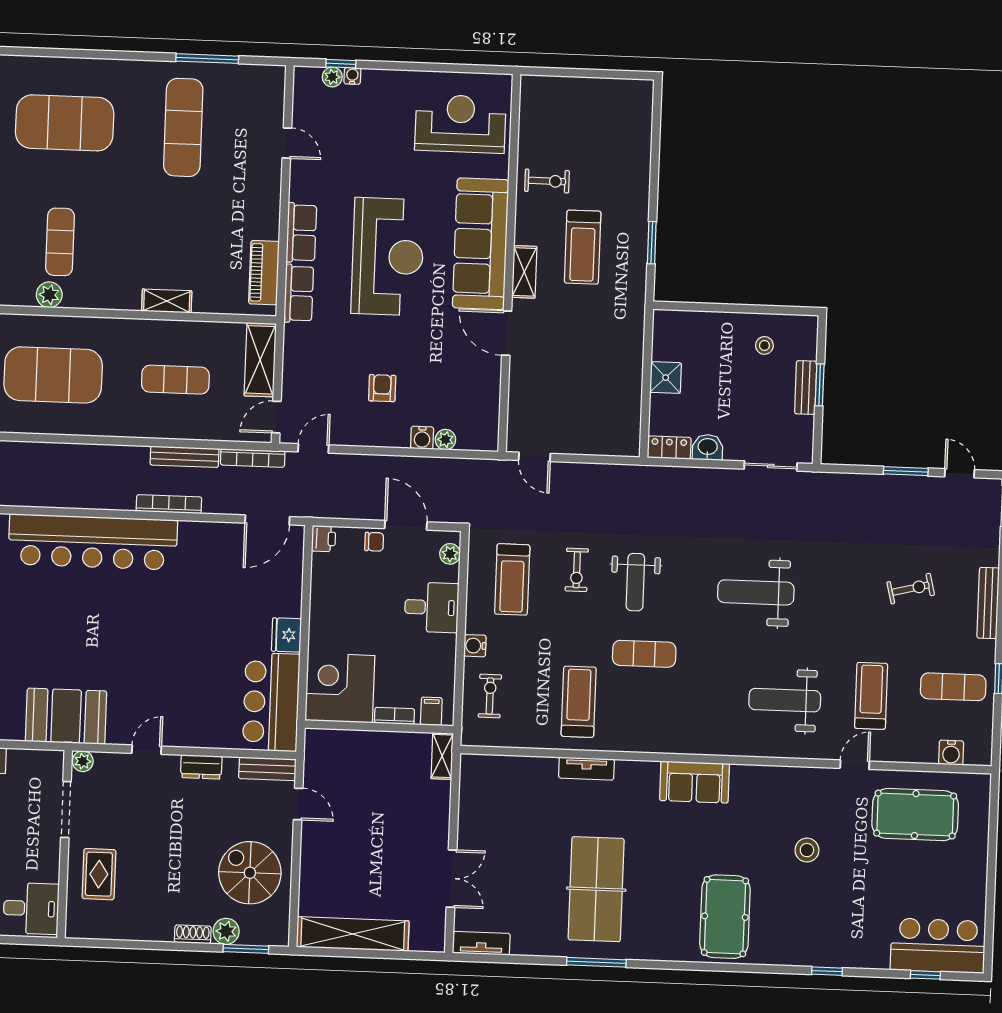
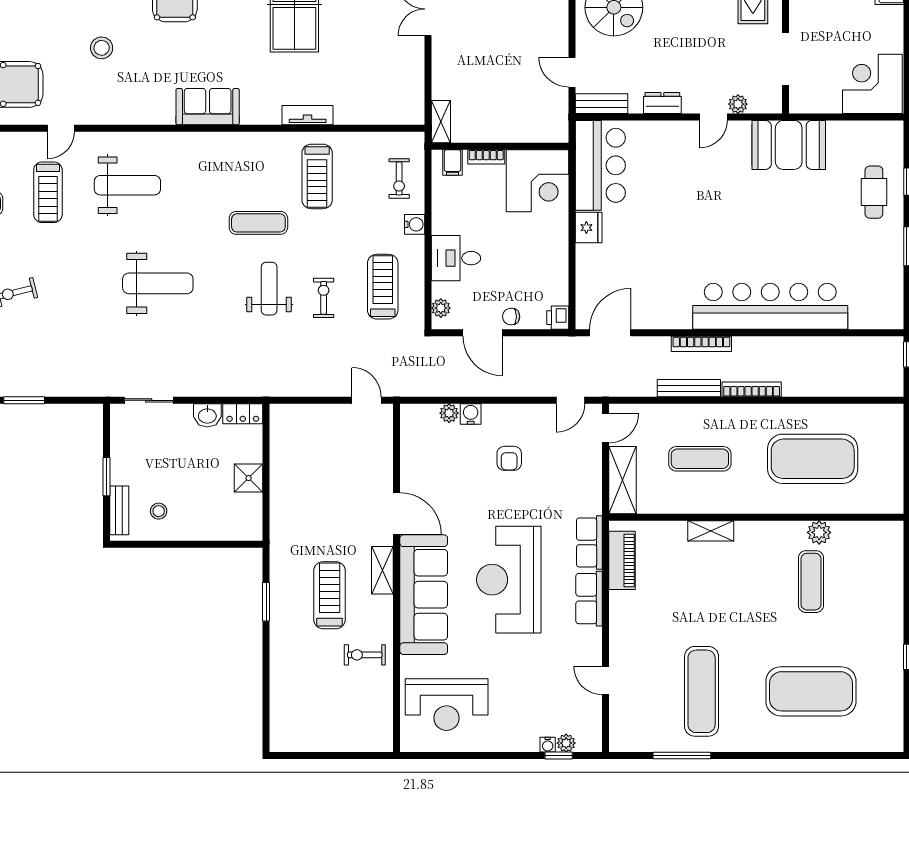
bench: (806, 388) -> (119, 510), moved
bookcase: (253, 458) -> (752, 389), moved
plant: (83, 761) -> (738, 104), moved

